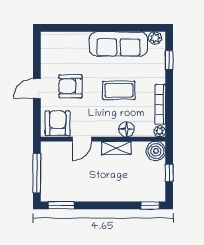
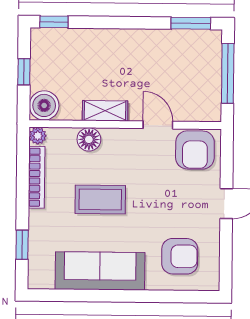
plant: (155, 38) -> (44, 280), removed
armchair: (70, 86) -> (180, 256), moved
door: (82, 139) -> (158, 125), hinge flipped

